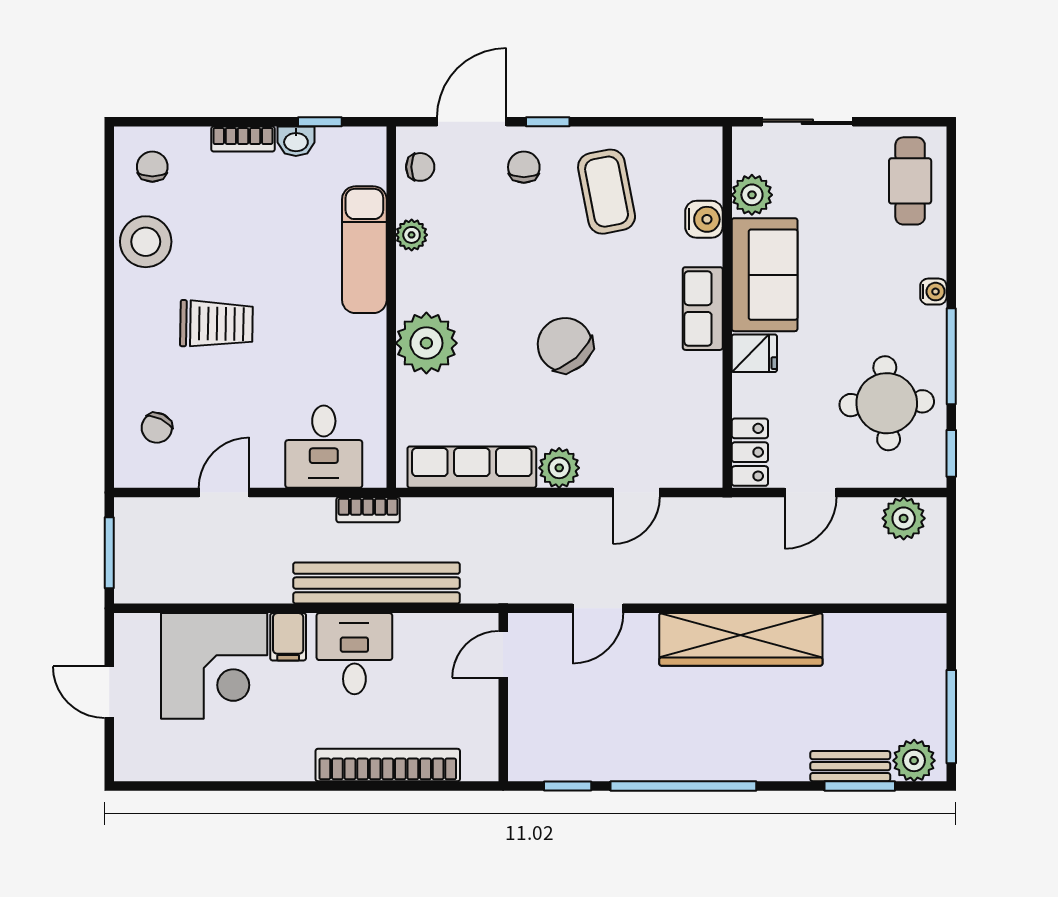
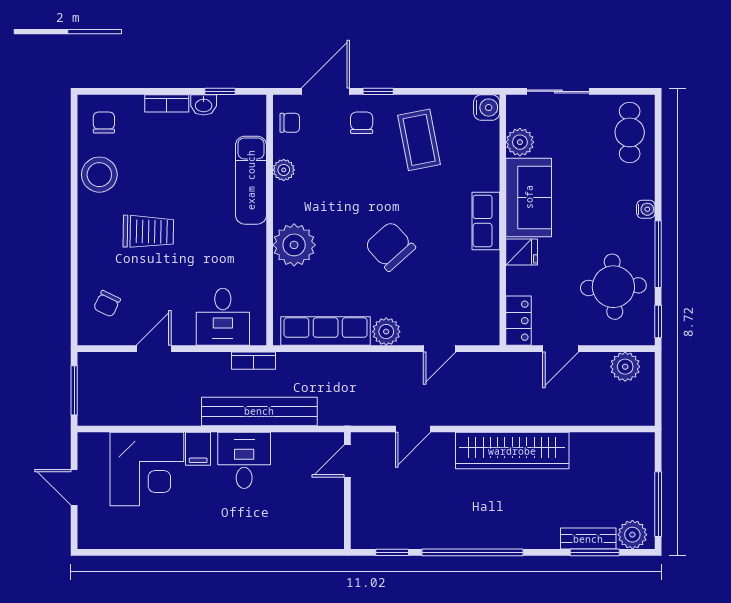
water cooler: (704, 219) -> (487, 108), moved
bookcase: (388, 765) -> (267, 538), removed

